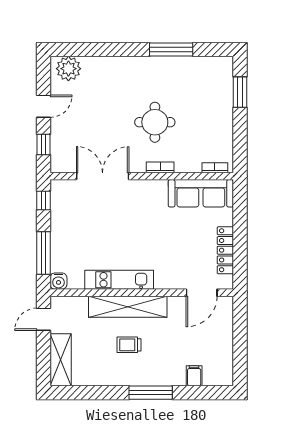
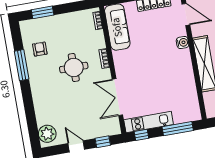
armchair: (189, 79) -> (40, 49), added
kitchen unit: (119, 280) -> (149, 122), moved, turned 90
water cooler: (58, 281) -> (183, 42), moved

